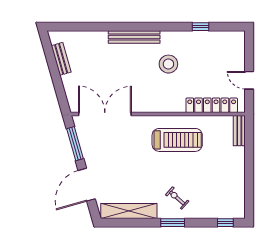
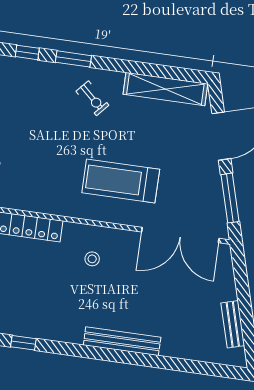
stool: (168, 64) -> (92, 259), moved, width x0.53, depth x0.53
treadmill: (177, 140) -> (121, 181), moved
window: (173, 223) -> (73, 59), moved

